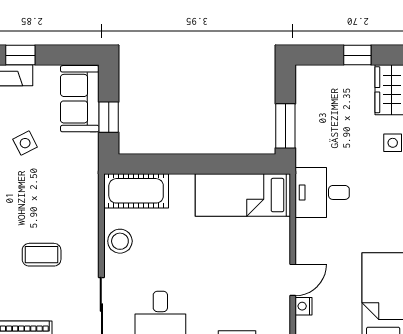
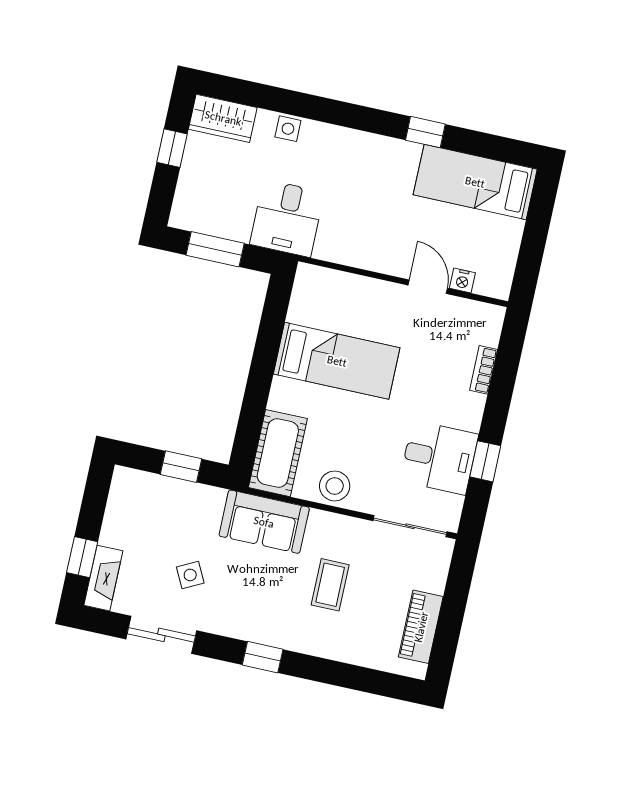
sofa: (80, 99) -> (264, 522), moved
window: (285, 126) -> (215, 249), moved
desk: (322, 192) -> (287, 218), moved
bed: (243, 195) -> (337, 361), moved, turned -90

